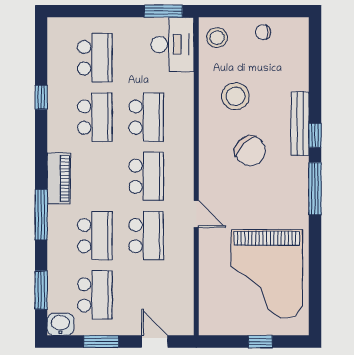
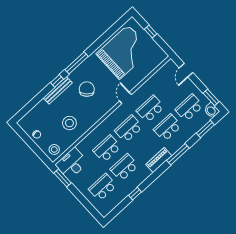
chair: (250, 151) -> (87, 89), moved
window: (101, 342) -> (211, 97), moved

